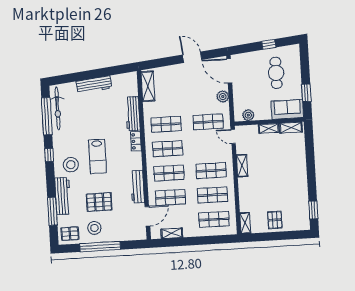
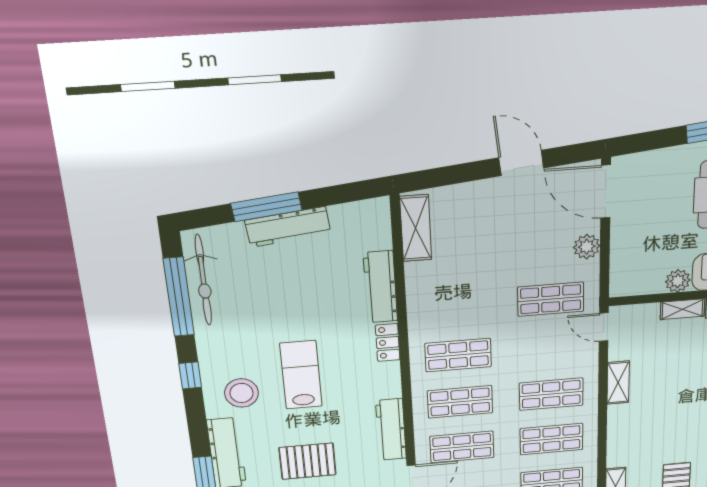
window: (85, 75) -> (266, 207), added
plant: (248, 115) -> (678, 281), moved
shop shelf: (166, 124) -> (456, 307), removed
lab bench: (97, 156) -> (301, 375), turned 180

